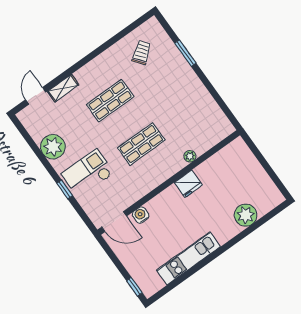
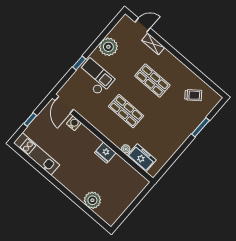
freezer: (206, 138) -> (142, 158), added
kitchen unit: (188, 258) -> (37, 154), moved
window: (134, 287) -> (30, 120), moved

